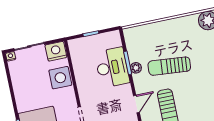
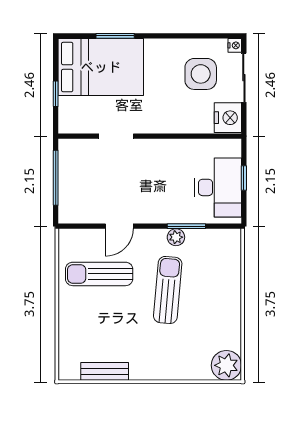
desk: (112, 67) -> (218, 187), moved, turned -90
side table: (60, 78) -> (201, 74), moved
door: (136, 104) -> (119, 226), hinge flipped

